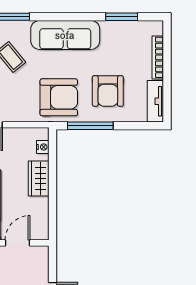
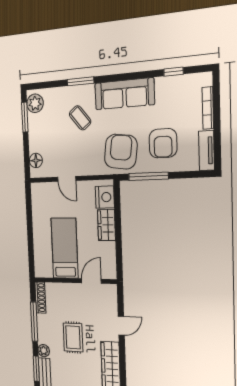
window: (122, 17) -> (174, 72), width x0.67
armchair: (59, 97) -> (121, 152), turned -83
nightstand: (43, 147) -> (105, 197), width x1.89, depth x1.79

